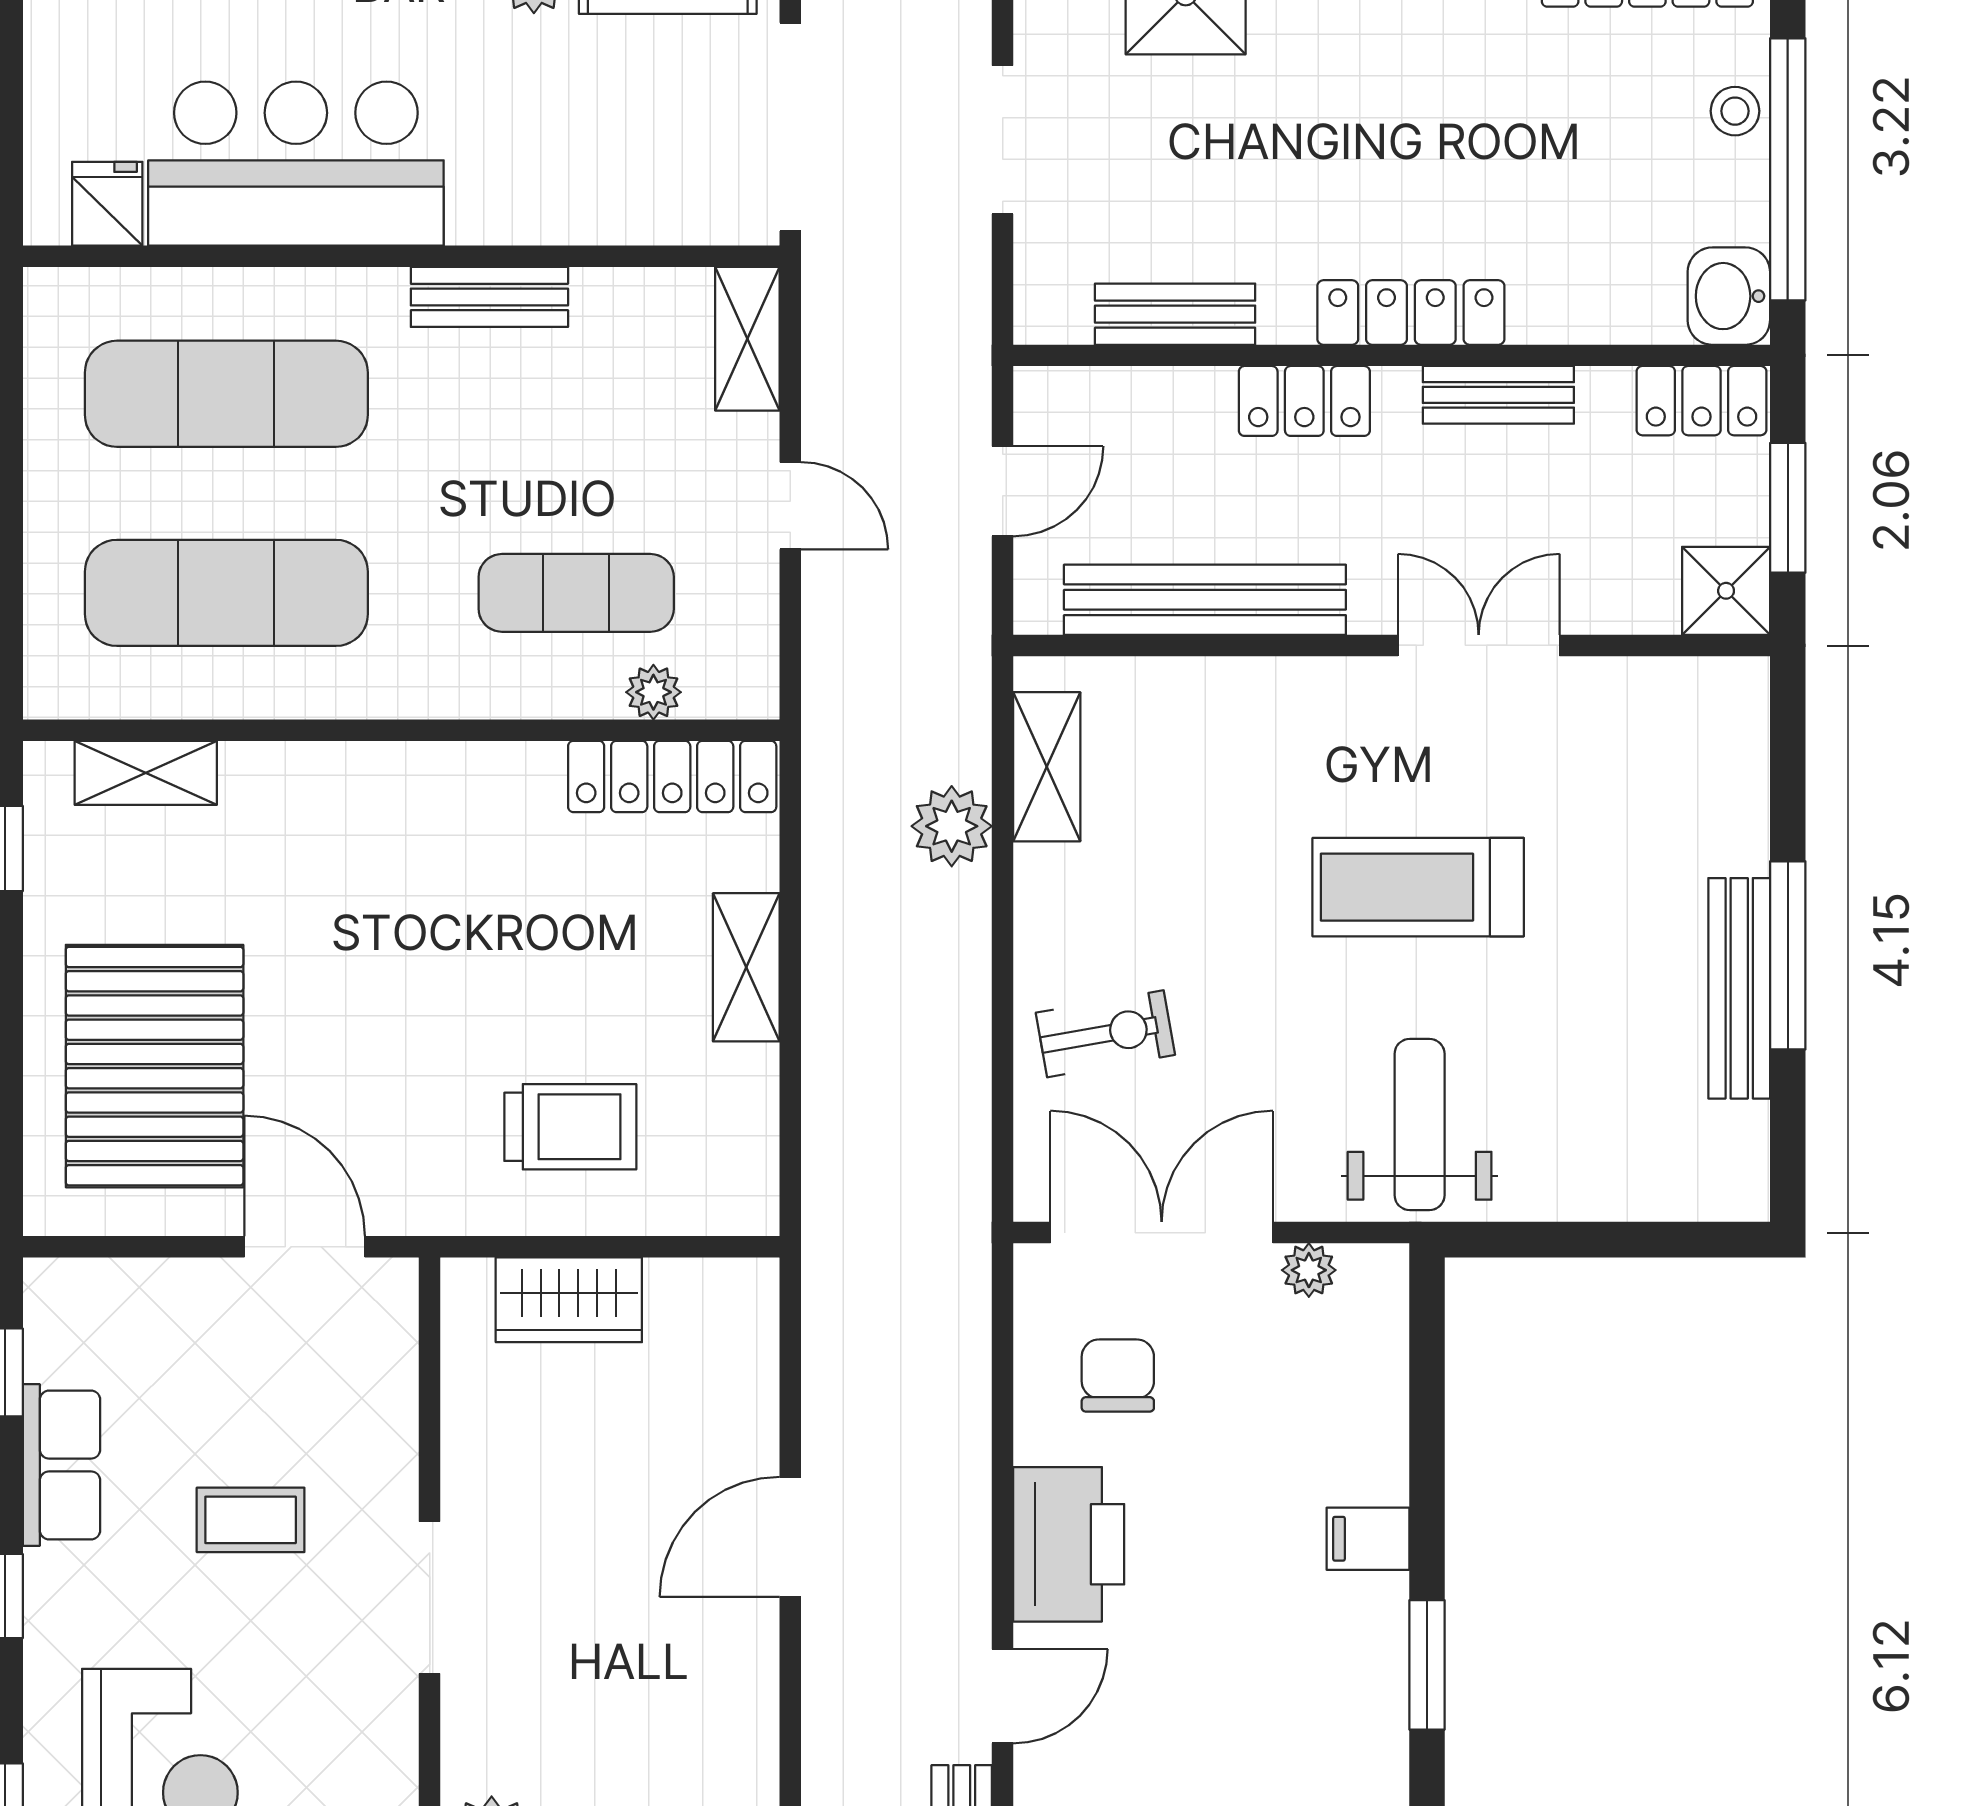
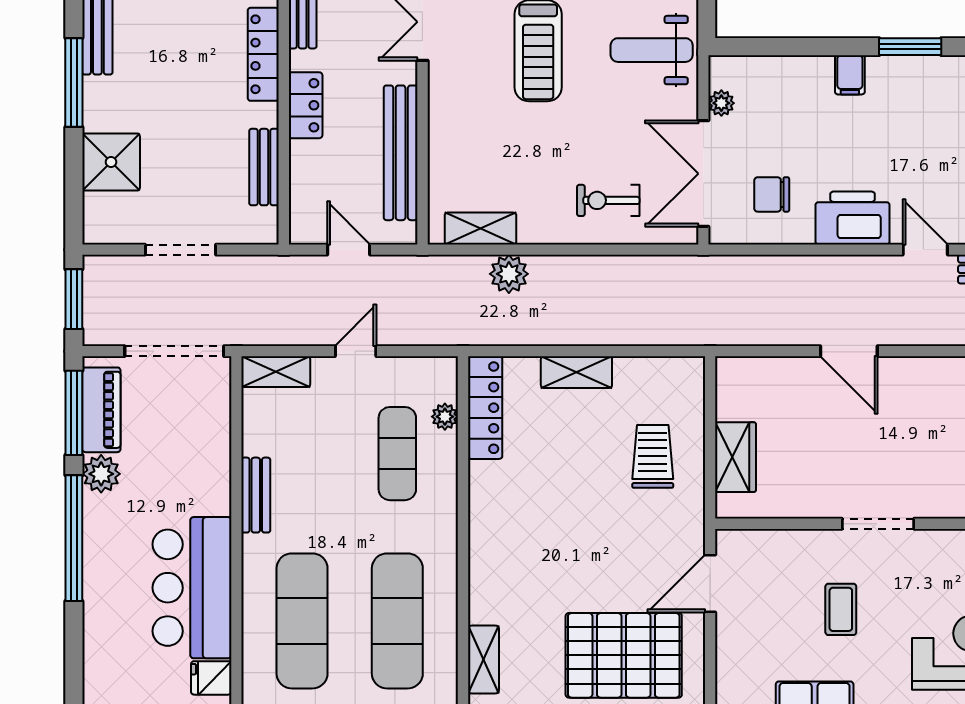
exercise bike: (1105, 1034) -> (608, 200), turned -80

